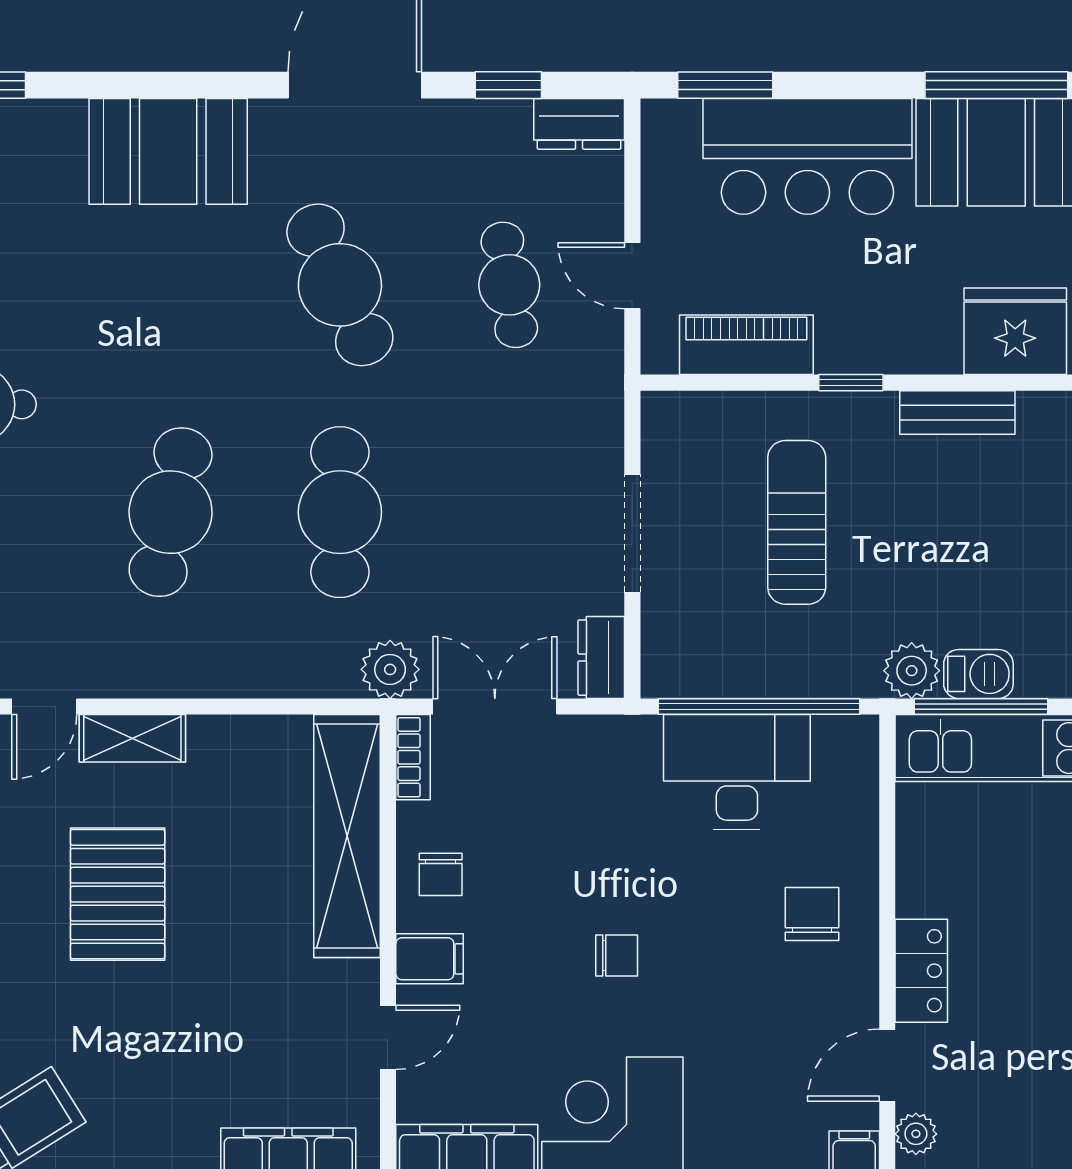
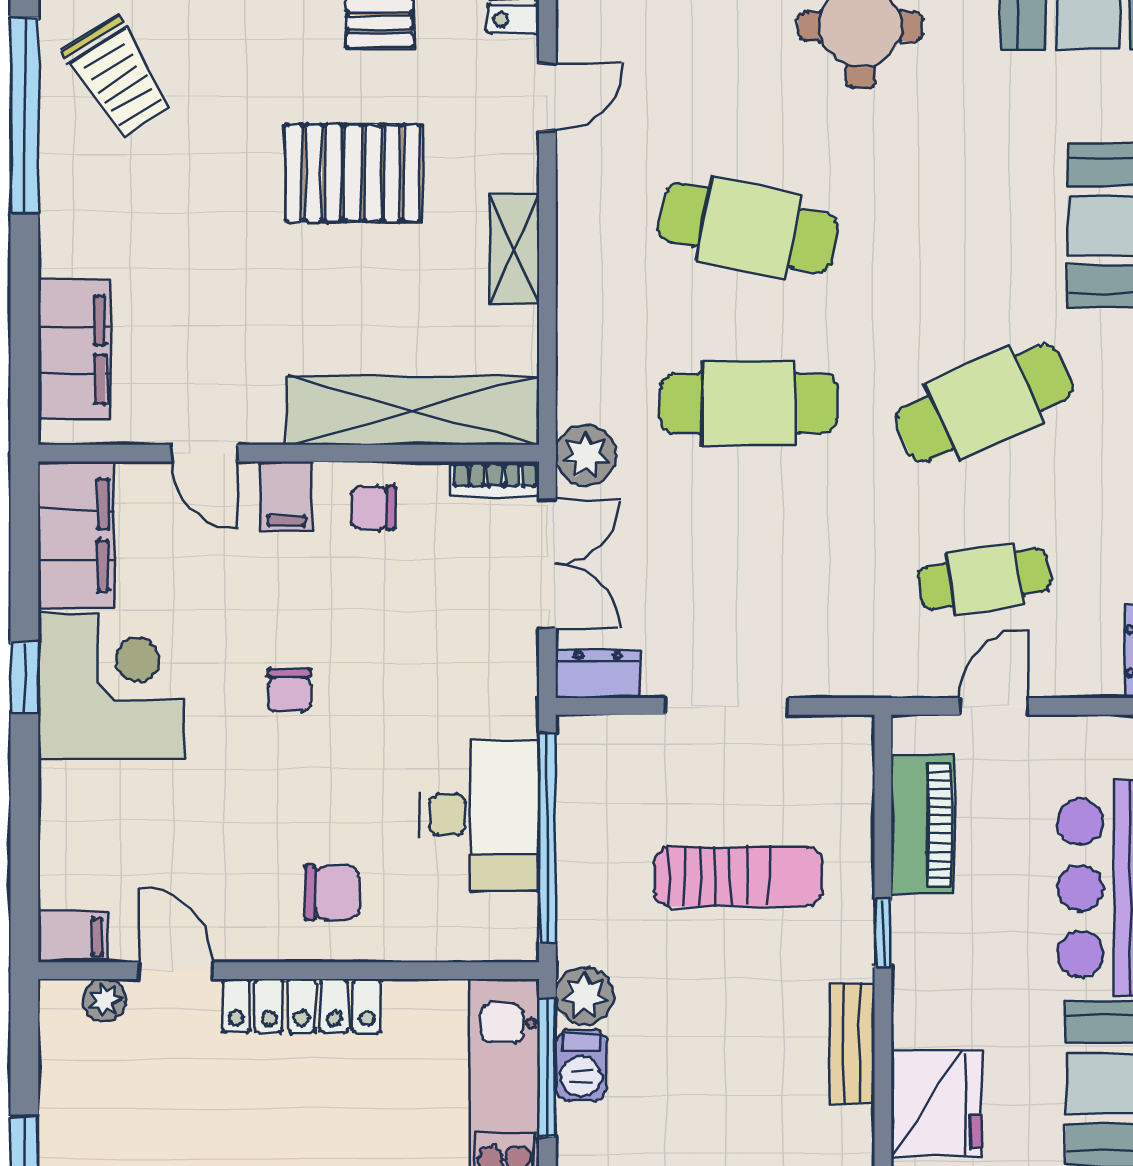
door: (44, 707) -> (547, 97), swing flipped
shelving: (132, 738) -> (514, 249), moved
locker: (921, 971) -> (302, 1006), width x1.53

